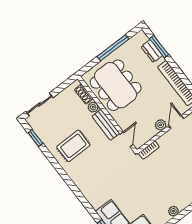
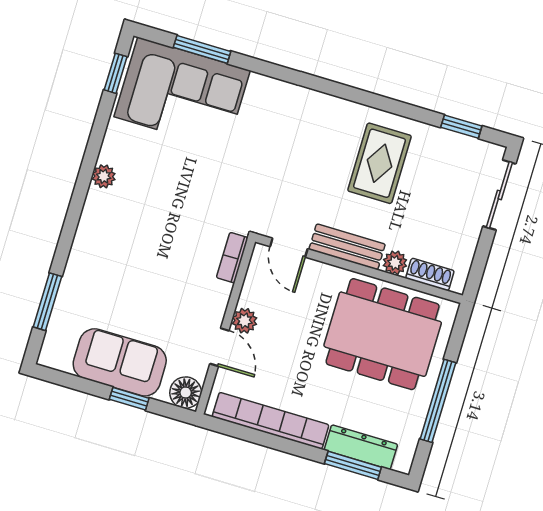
dresser: (152, 51) -> (361, 447), width x1.44

